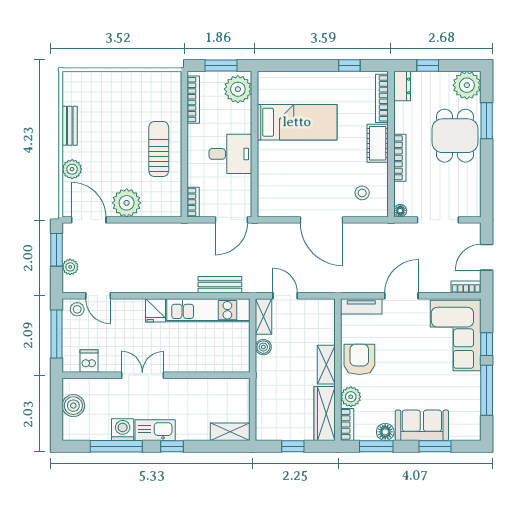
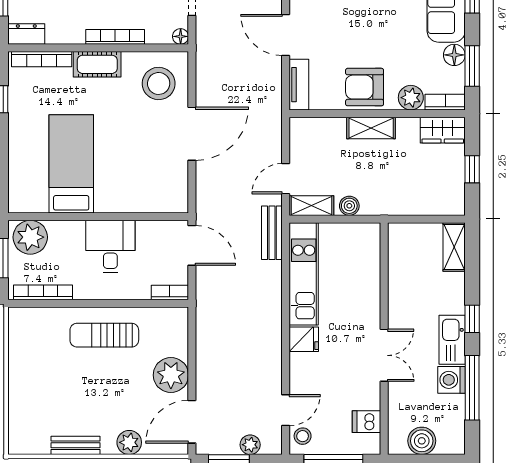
stool: (362, 193) -> (159, 83), width x1.89, depth x1.89
bench: (220, 285) -> (272, 233), moved
double door: (142, 375) -> (384, 355), swing flipped
wardrobe: (325, 413) -> (443, 130), width x0.67

